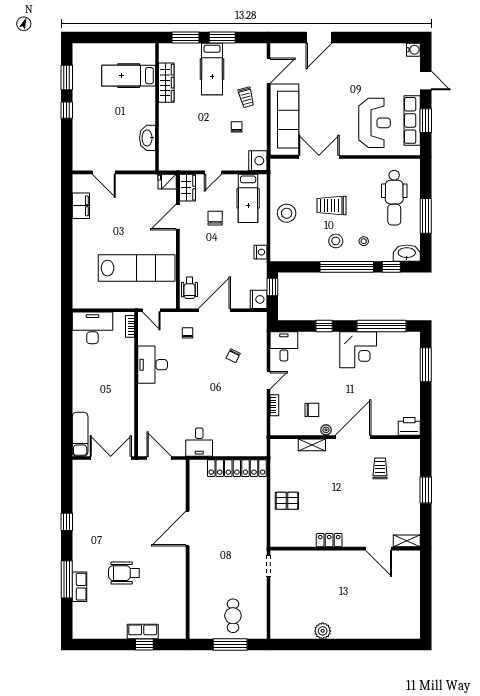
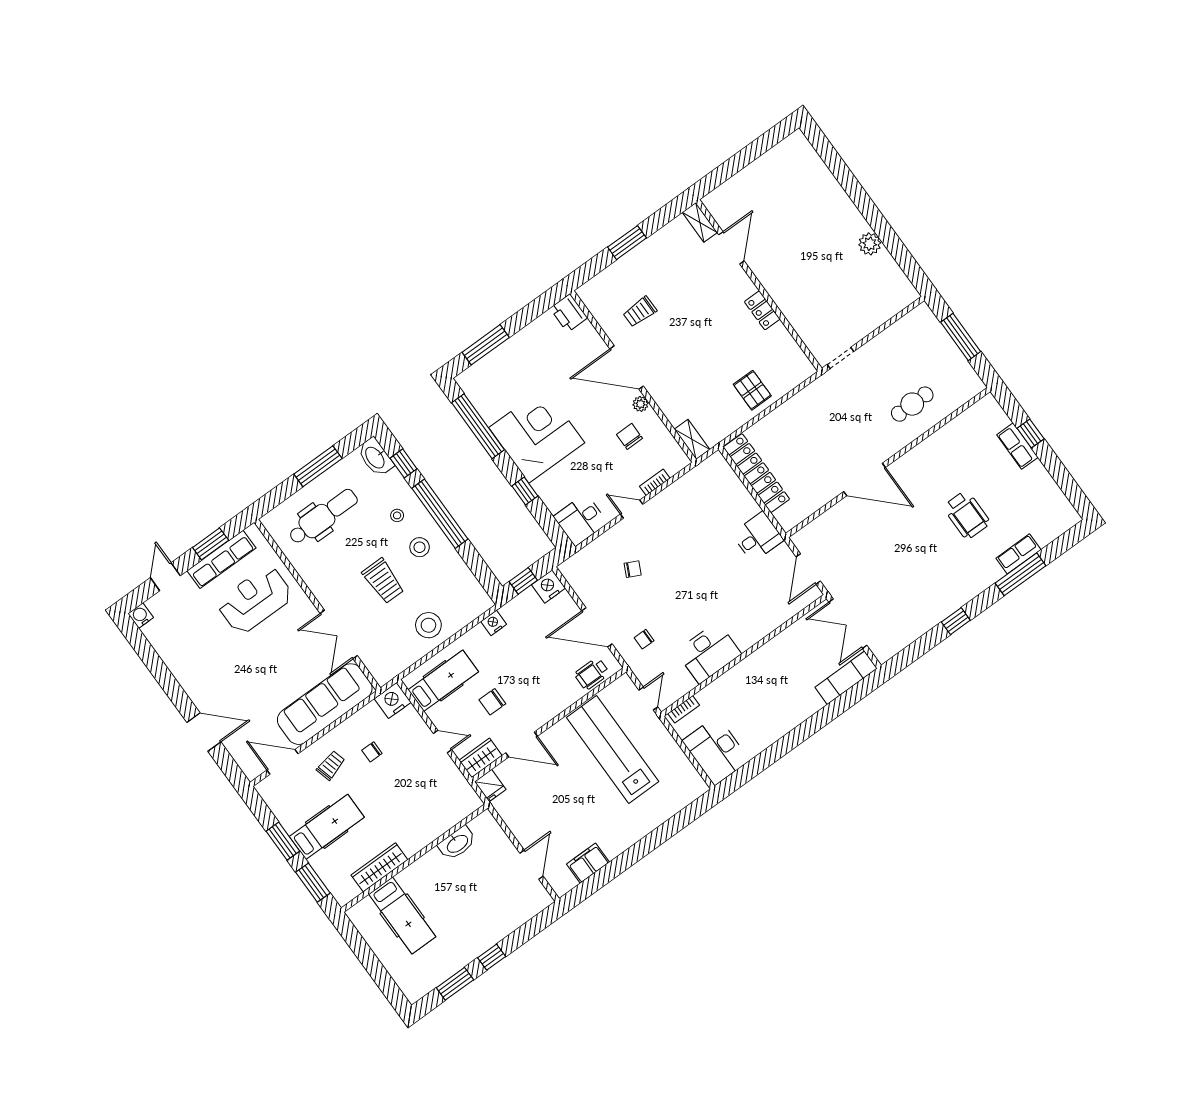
wheelchair: (189, 288) -> (592, 674), turned 180
corner desk: (358, 350) -> (537, 435), width x1.36, depth x1.36
shelving: (312, 445) -> (692, 439), moved
cafe table: (233, 616) -> (912, 404), moved

